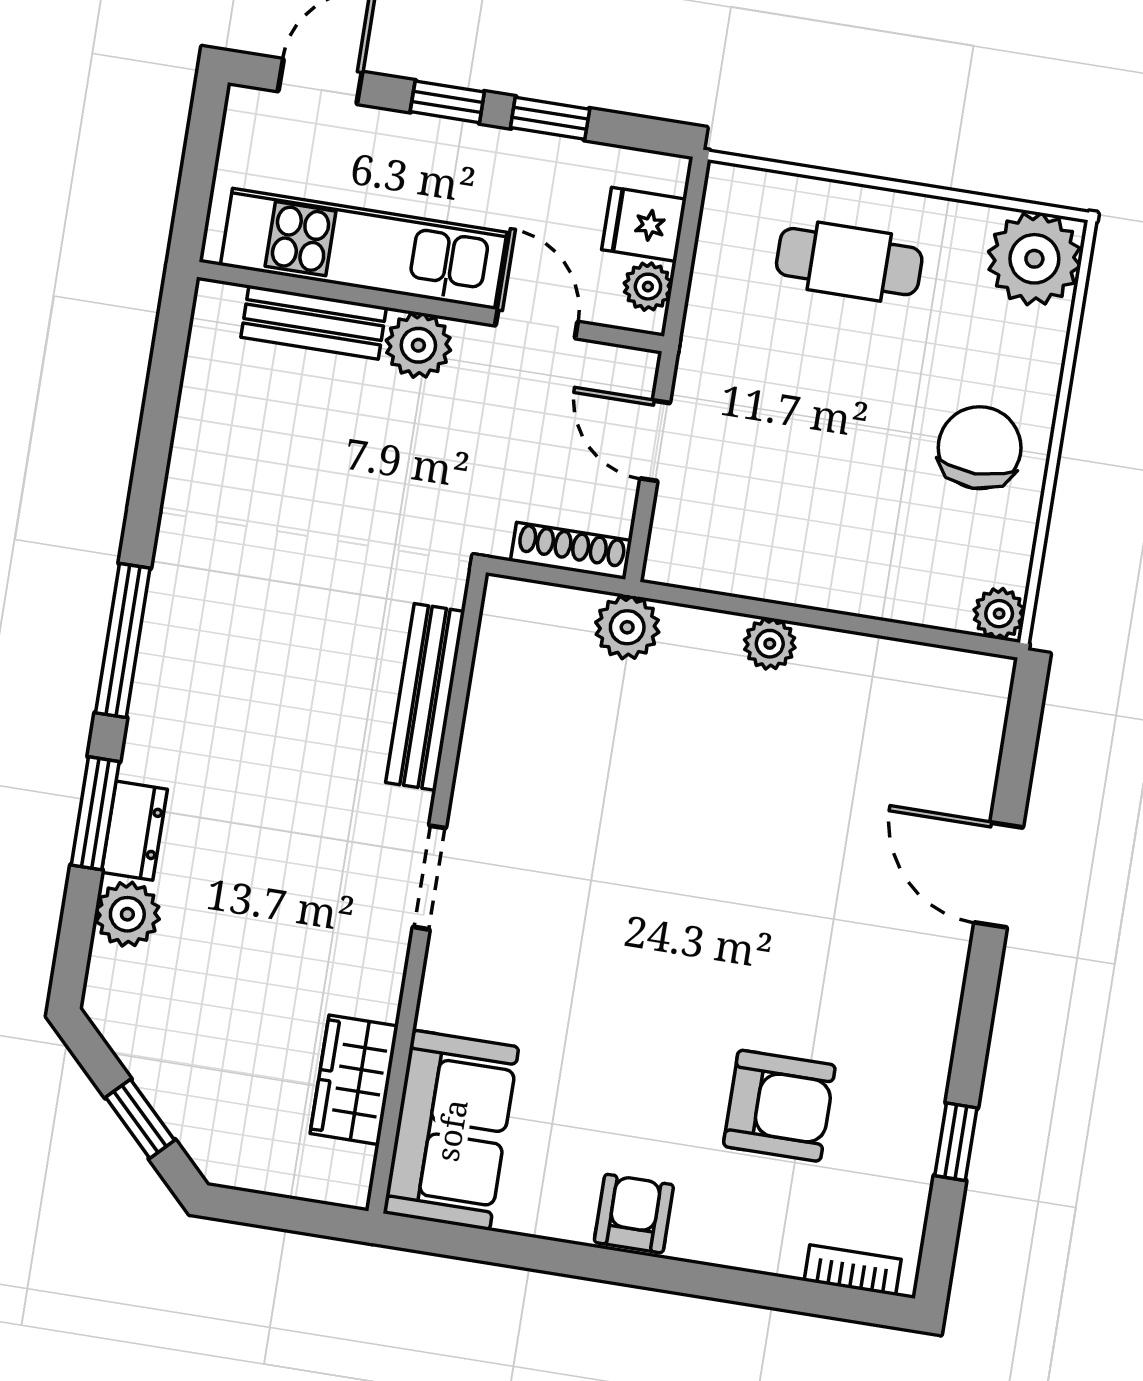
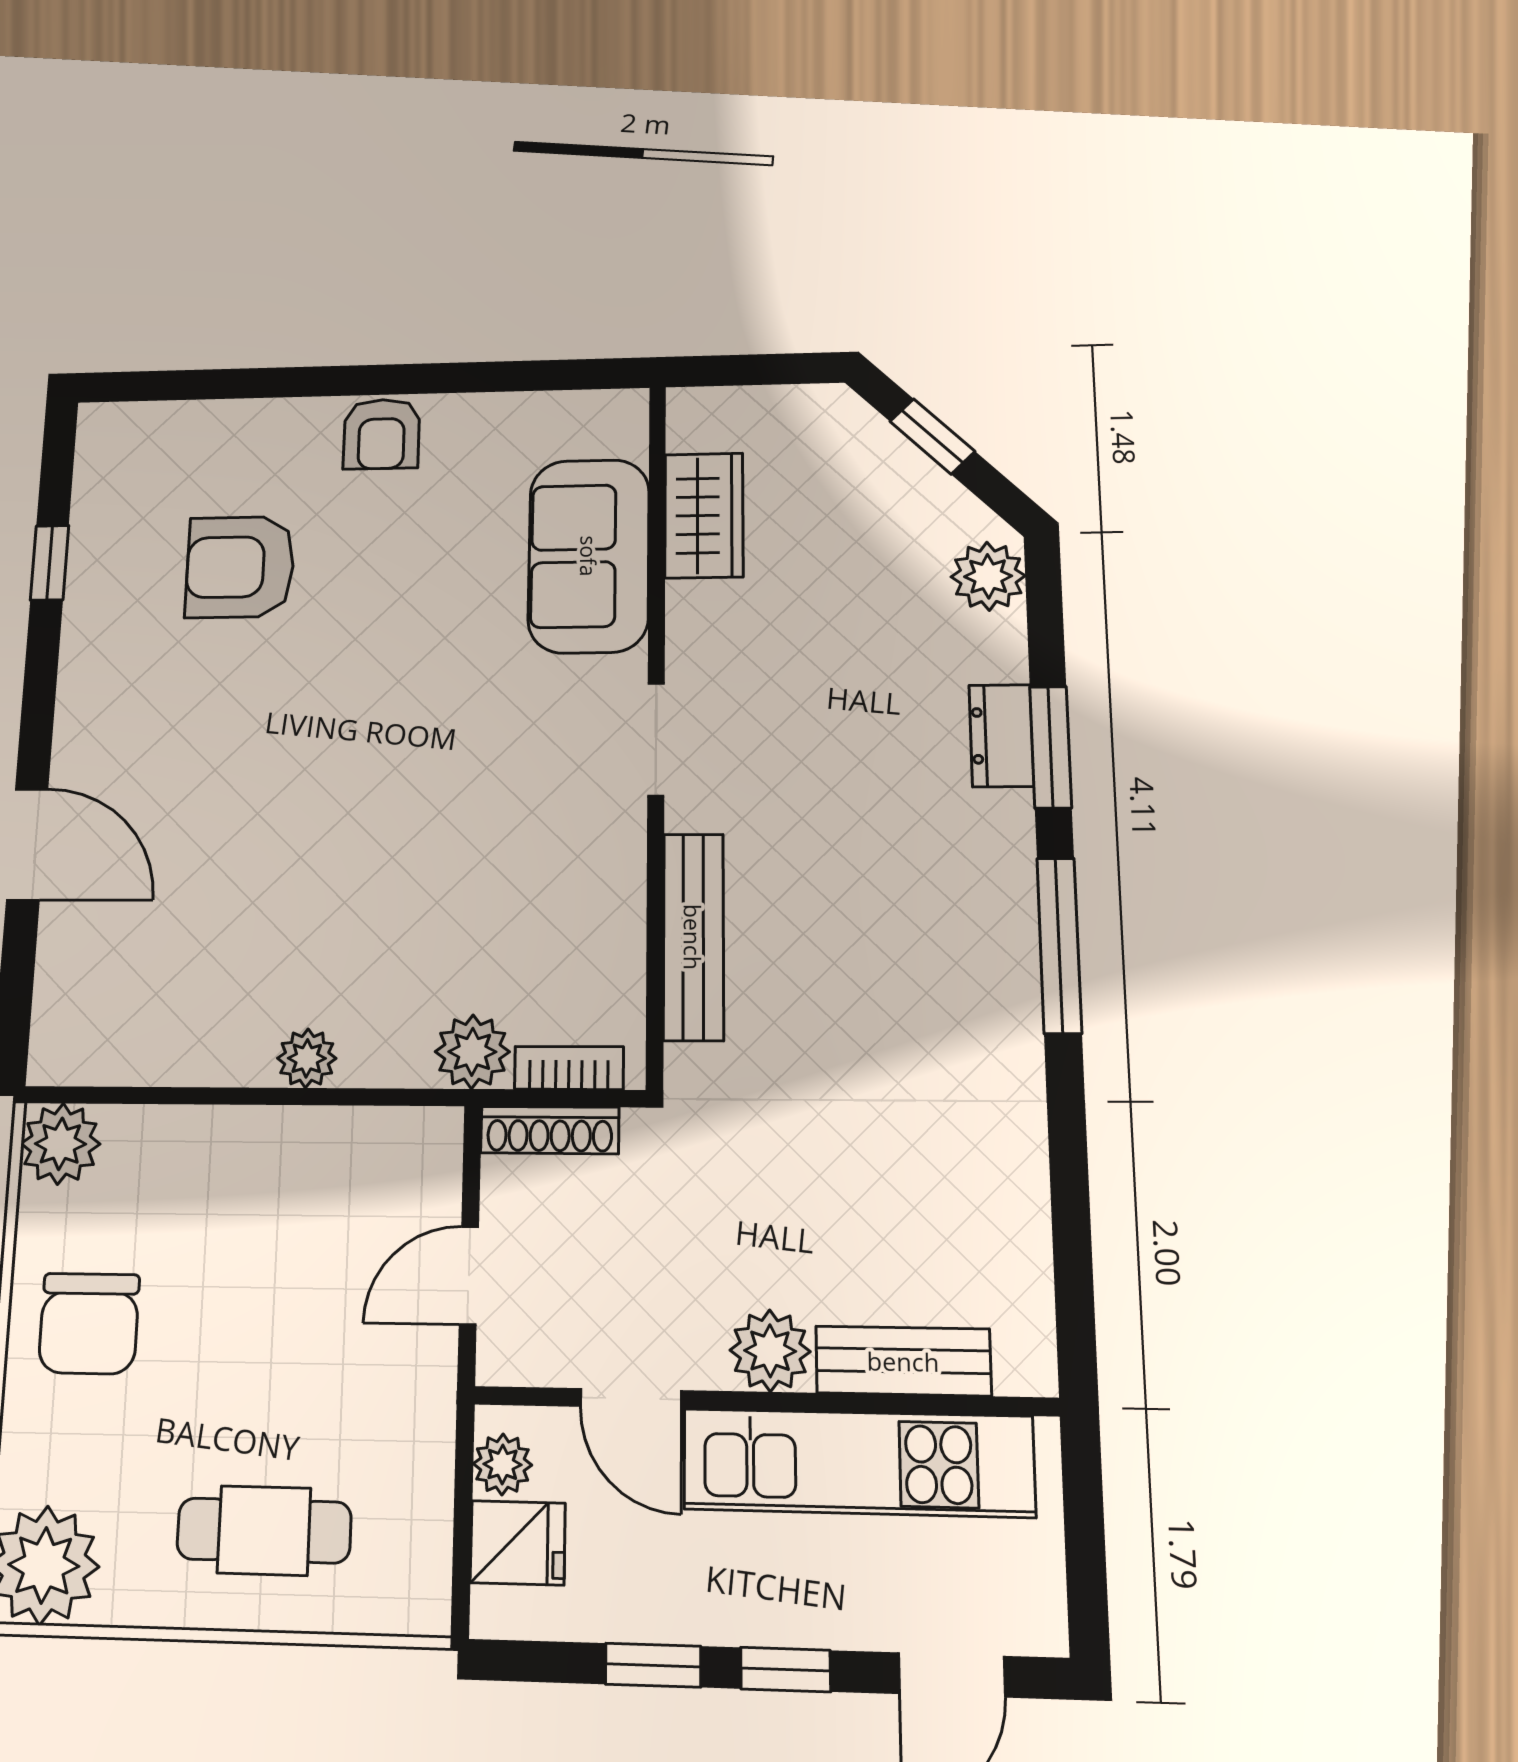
door: (655, 441) -> (469, 1276), swing flipped
plant: (999, 614) -> (60, 1144), width x1.38, depth x1.38
plant: (127, 914) -> (988, 576), moved
sofa: (451, 1130) -> (589, 556), moved
bookcase: (853, 1270) -> (569, 1068), moved, turned 180

